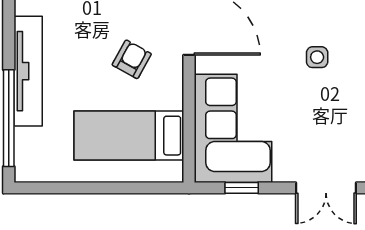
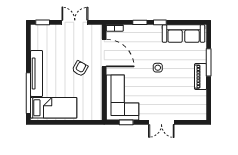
bed: (129, 136) -> (54, 108), moved, turned 180

